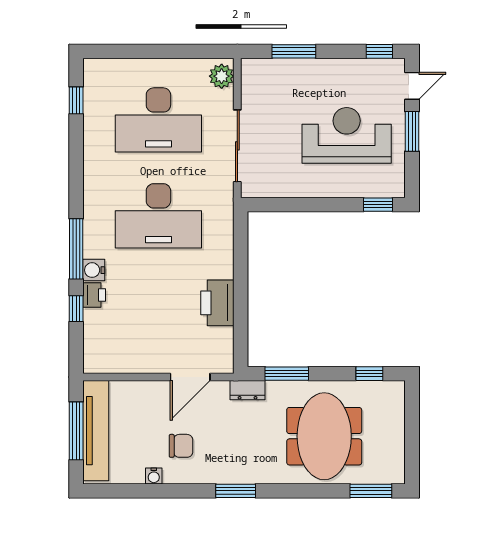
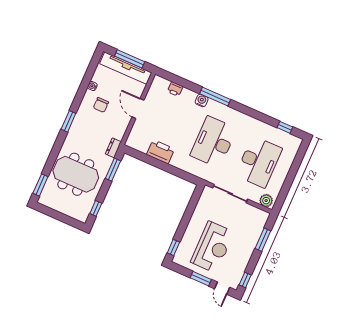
desk: (158, 120) -> (259, 162), turned 180
printer: (94, 295) -> (175, 89), moved
window: (76, 309) -> (187, 84), removed
door: (190, 377) -> (138, 109), moved

